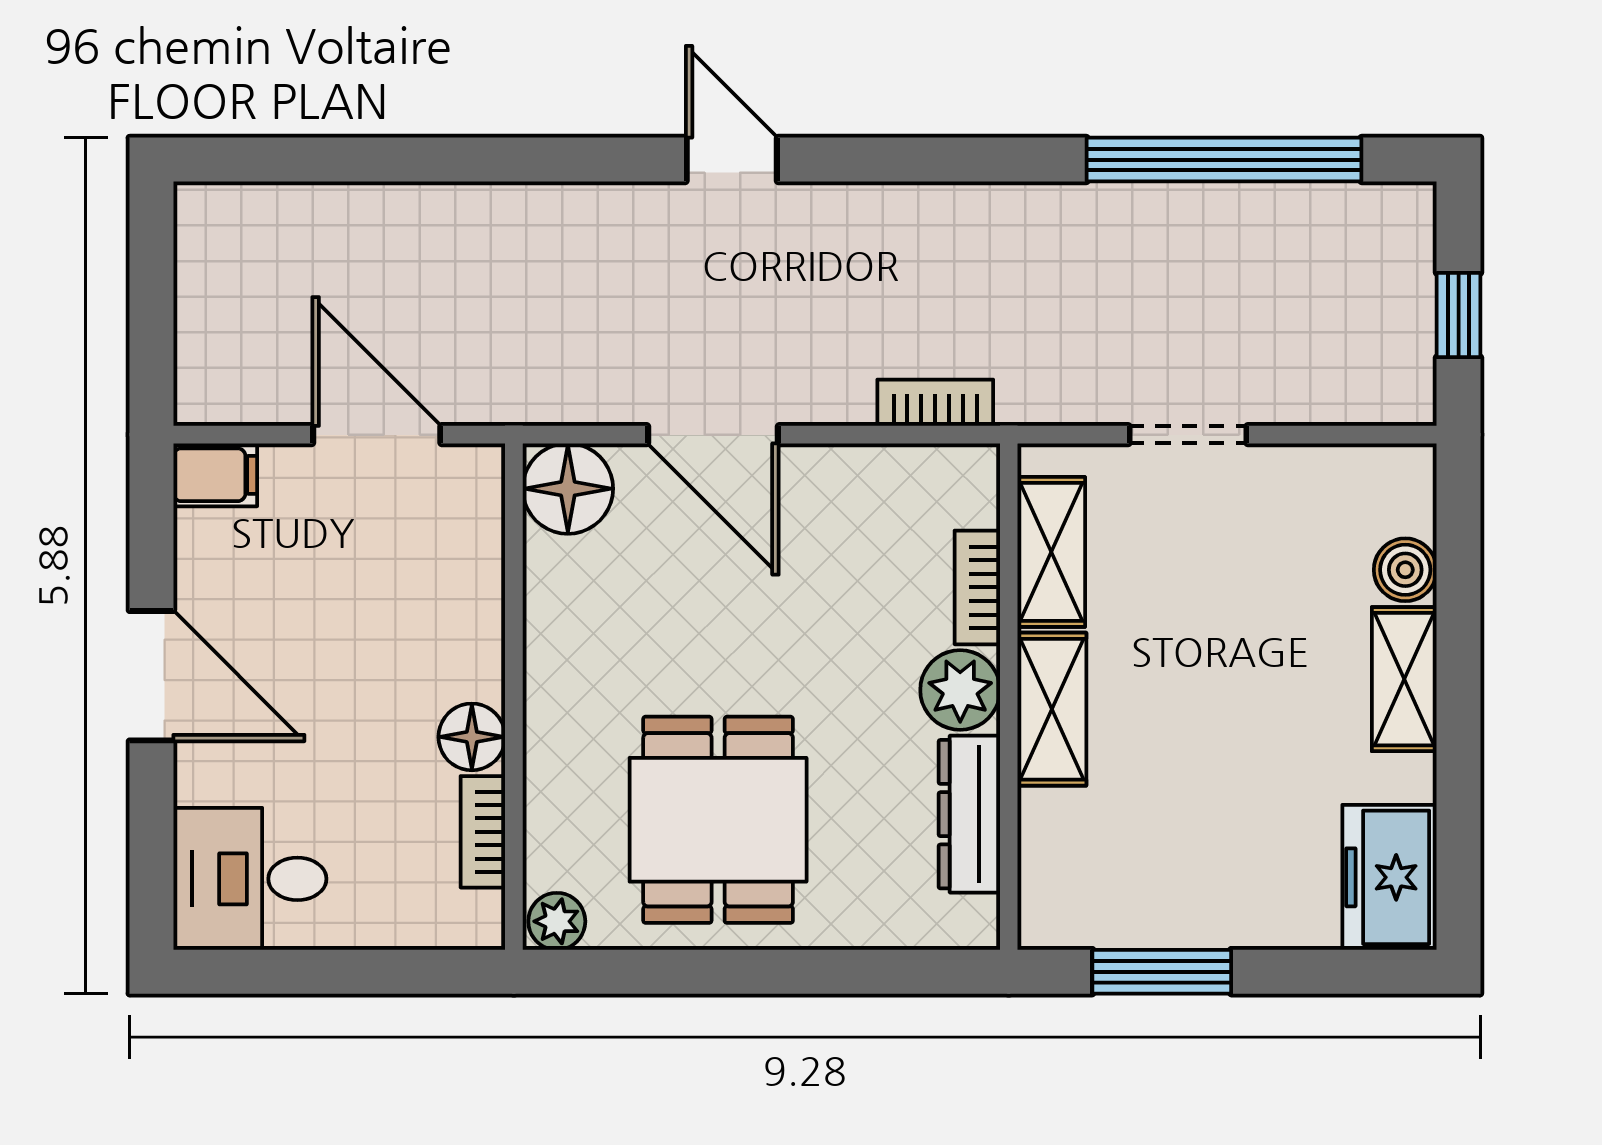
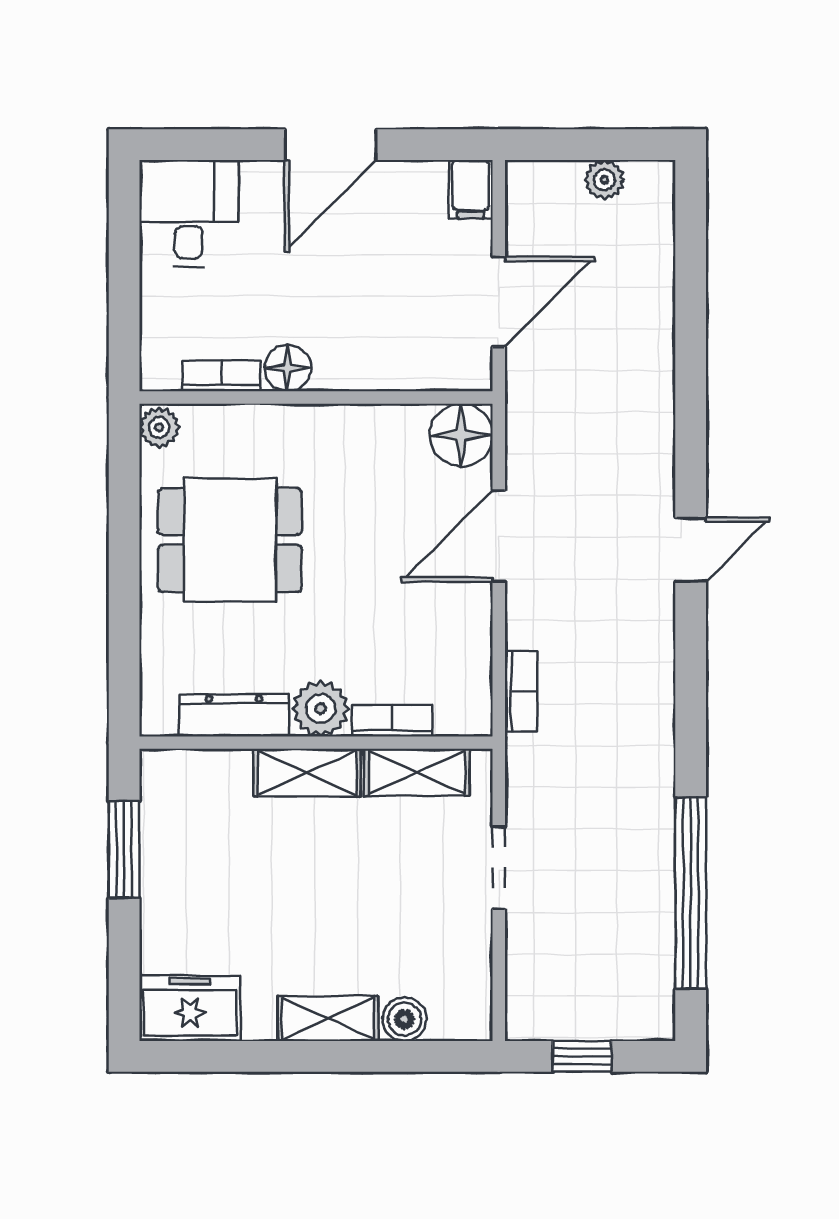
plant: (202, 283) -> (604, 180), added

